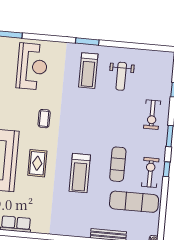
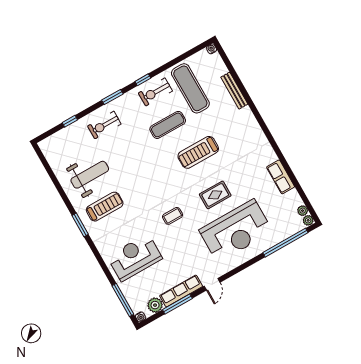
weight bench: (121, 76) -> (90, 175), width x1.36, depth x1.33
exercise bike: (152, 115) -> (104, 125), turned 180
treadmill: (80, 173) -> (198, 152), turned 180

